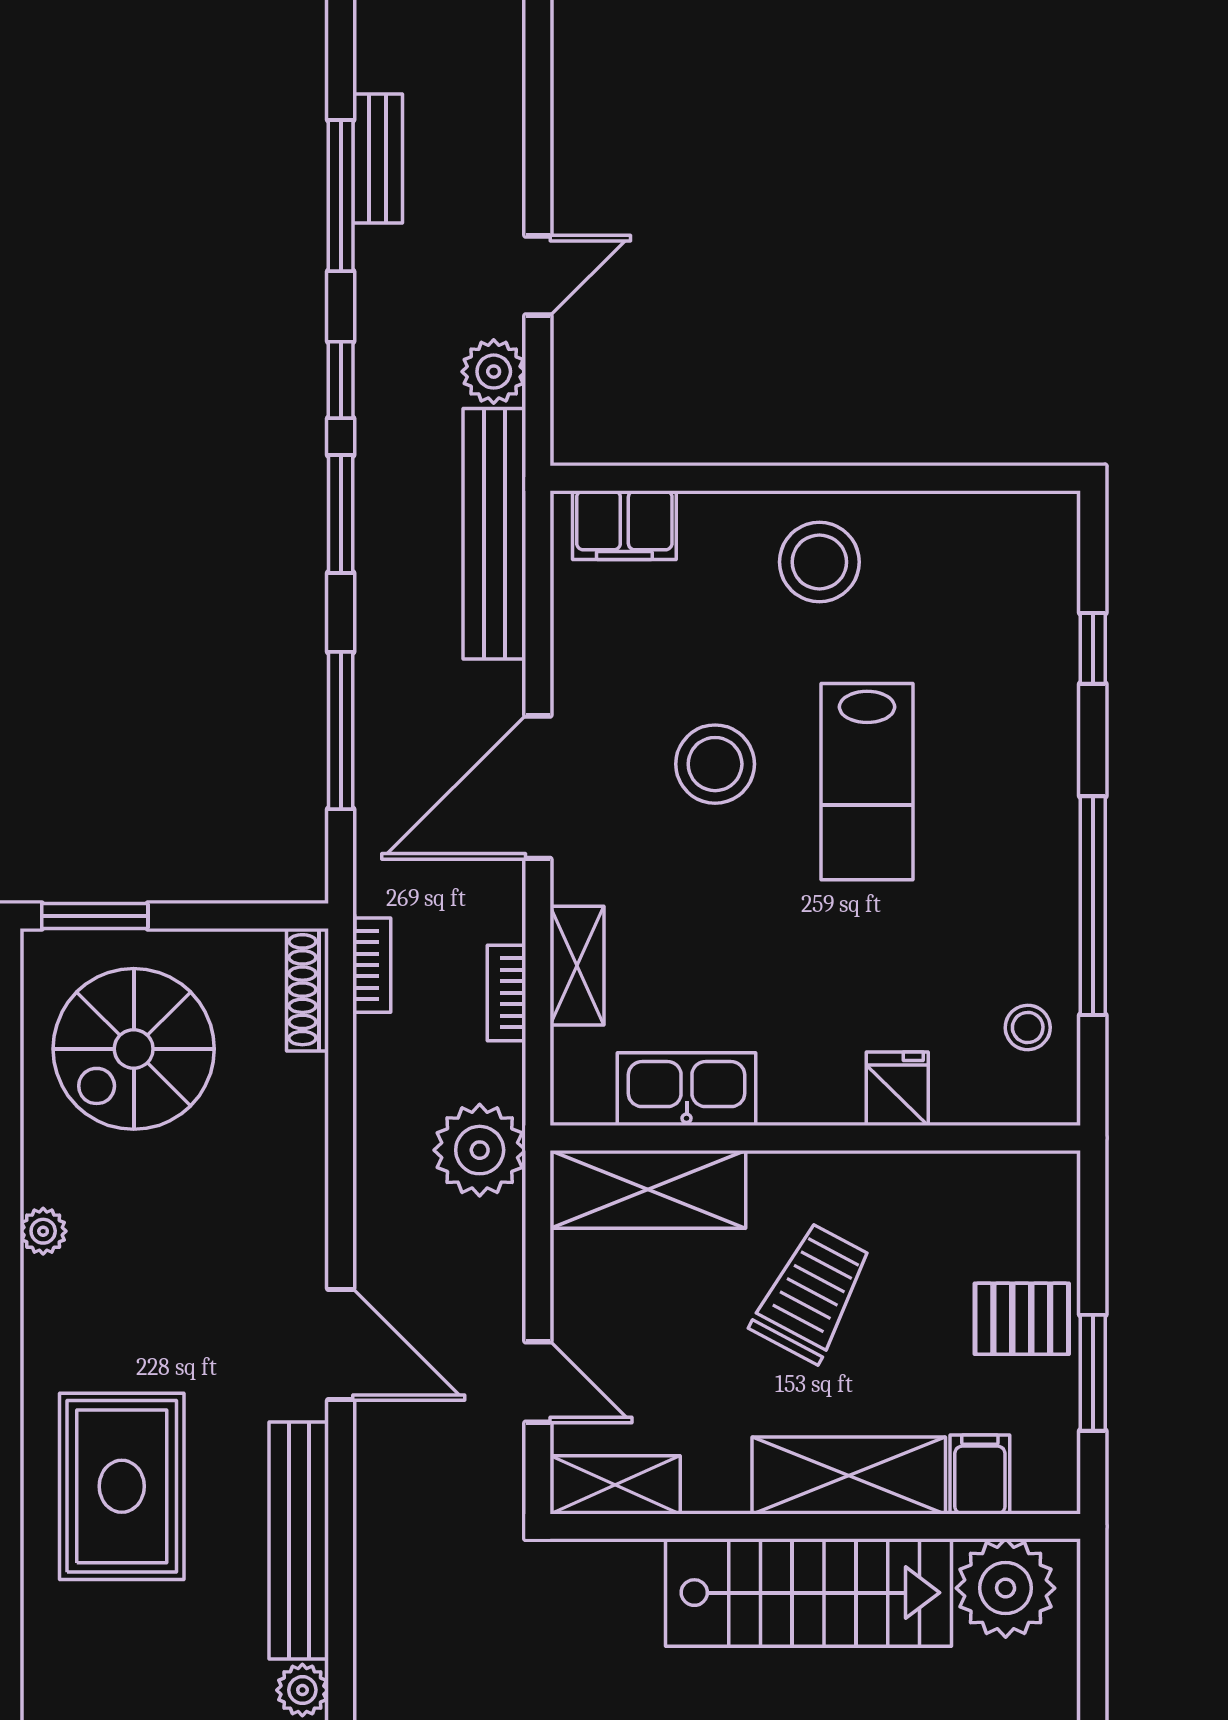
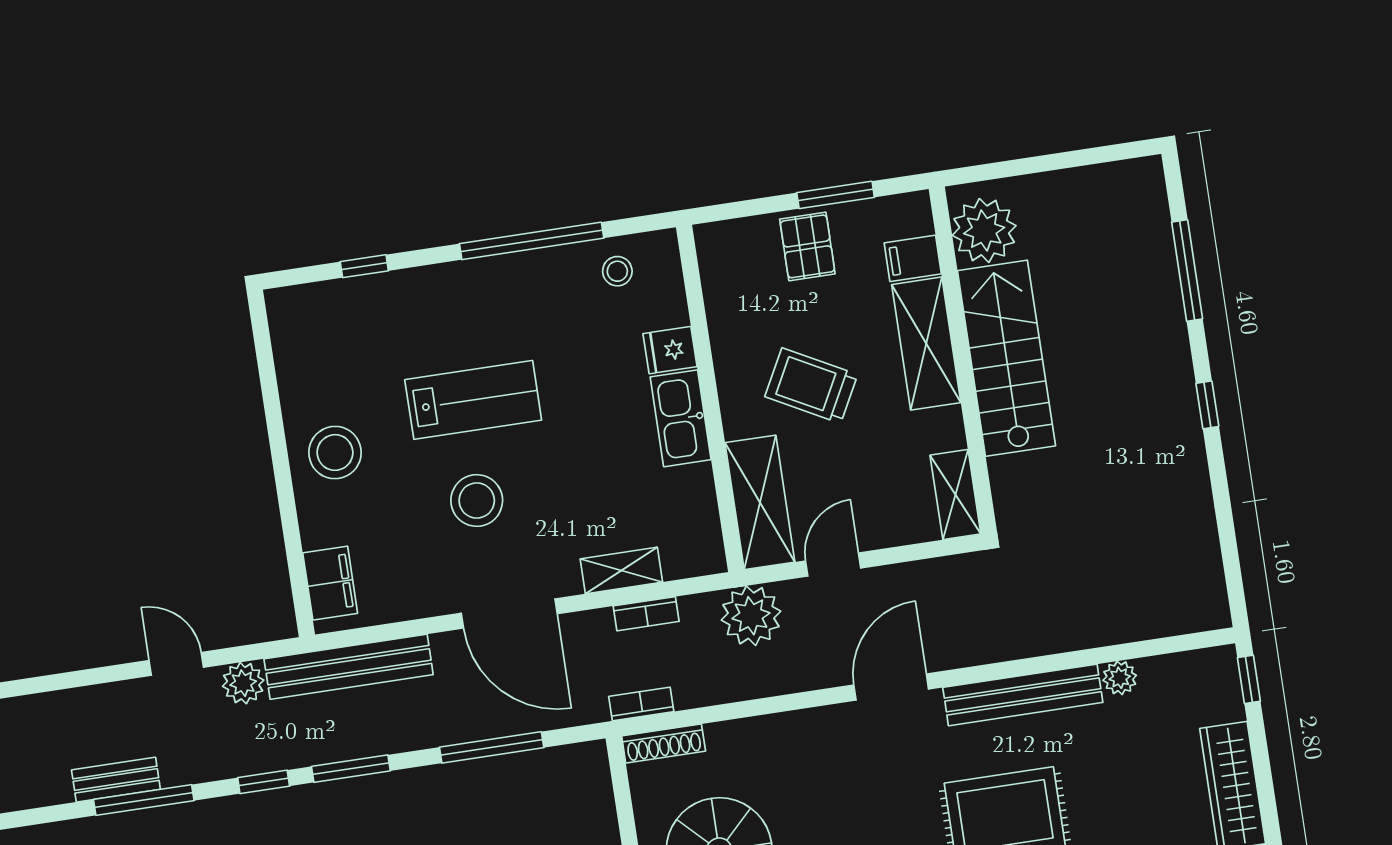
kitchen sink: (687, 1089) -> (681, 418), moved
door: (538, 1382) -> (833, 564), moved

